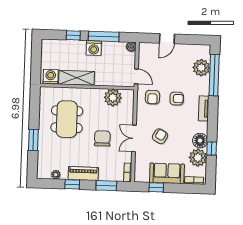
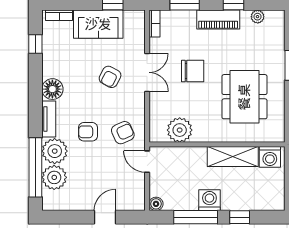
armchair: (152, 97) -> (123, 133), turned 66
chair: (102, 138) -> (193, 71), turned -90
floor lamp: (200, 141) -> (52, 89), moved
window: (212, 148) -> (35, 44), moved
plant: (198, 158) -> (55, 151), moved

